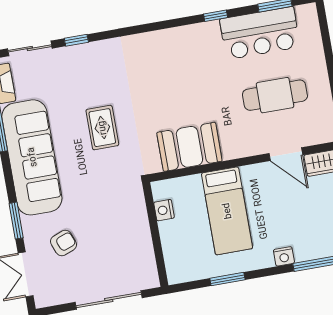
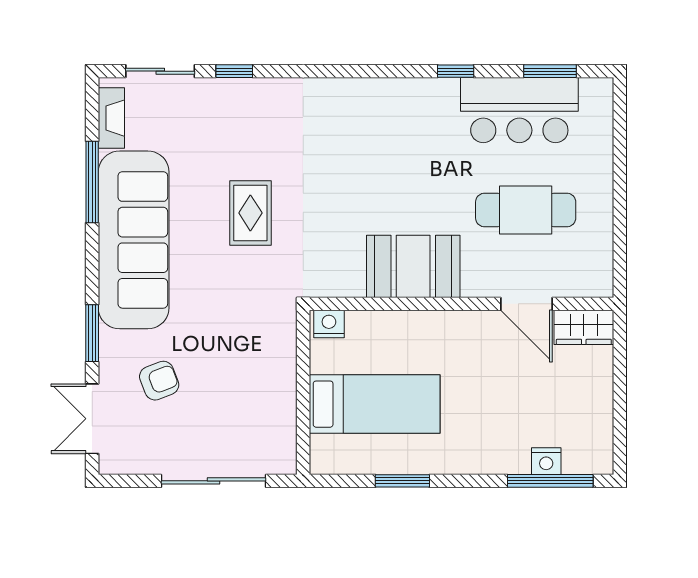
booth: (189, 147) -> (413, 266), moved
nightstand: (164, 210) -> (329, 324), moved, turned 90
bed: (227, 211) -> (375, 404), moved, turned -90
nightstand: (284, 256) -> (546, 461), moved

